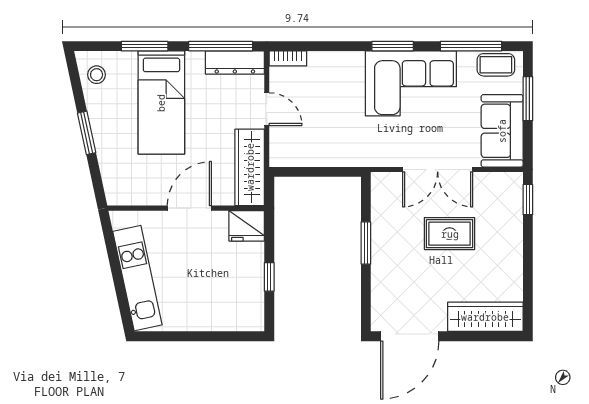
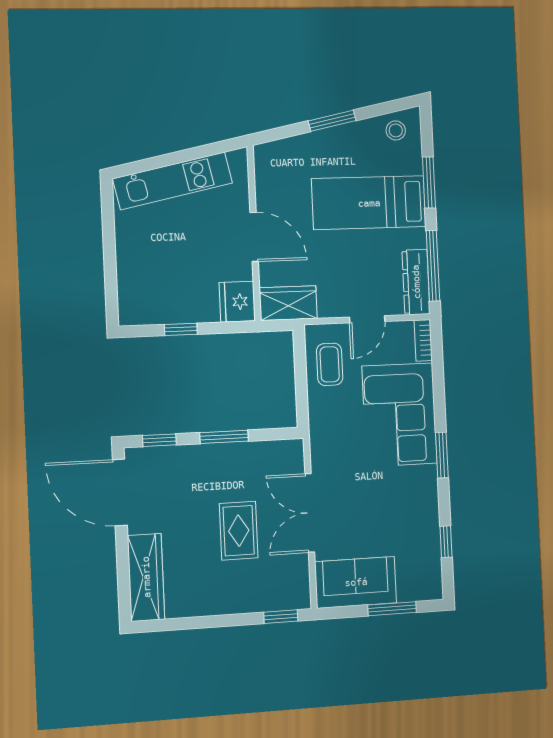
window: (471, 46) -> (446, 542), width x0.46
coffee table: (496, 65) -> (330, 364), moved
corner sofa: (411, 83) -> (400, 415), moved
wardrobe: (250, 167) -> (288, 303), width x0.67
window: (366, 300) -> (159, 440), added

